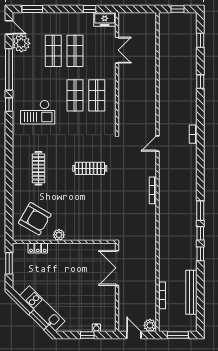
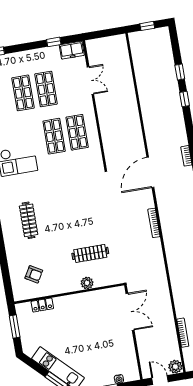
window: (200, 40) -> (180, 72), moved
door: (157, 143) -> (150, 172), width x1.87
clothes rail: (90, 168) -> (90, 253), moved
armchair: (35, 219) -> (34, 274), width x0.53, depth x0.53
plant: (59, 235) -> (87, 283), moved
double door: (117, 268) -> (130, 312), swing flipped

